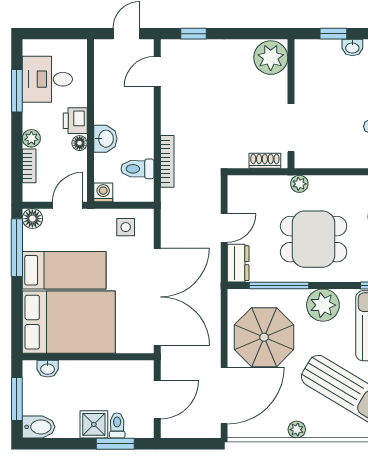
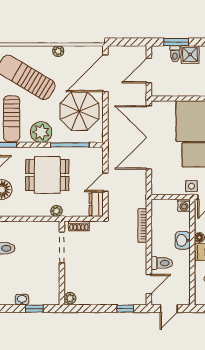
plant: (271, 58) -> (70, 298), width x0.53, depth x0.53
toilet: (137, 169) -> (162, 263), moved
side table: (126, 227) -> (191, 186), moved
dresser: (238, 263) -> (96, 204), moved

